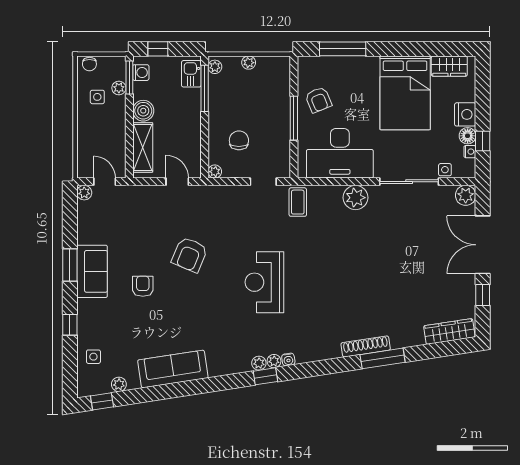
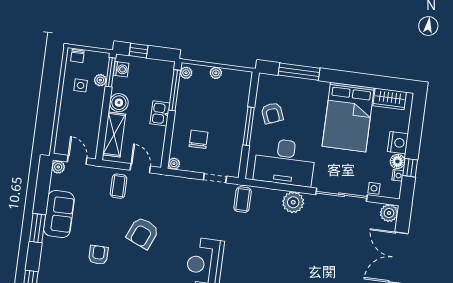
kitchen sink: (191, 74) -> (160, 113), moved
coffee table: (155, 205) -> (119, 186), added
sofa: (92, 271) -> (59, 214), moved

